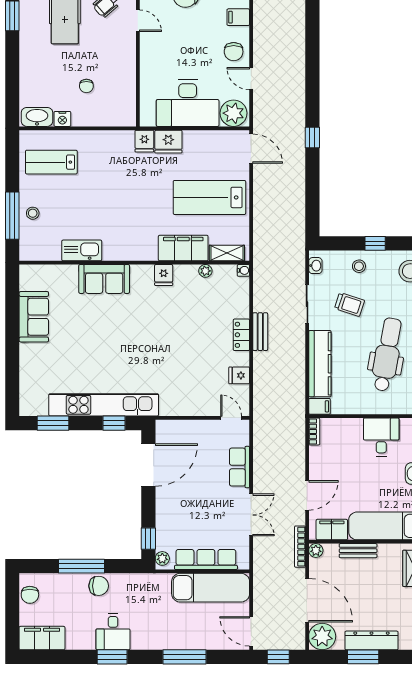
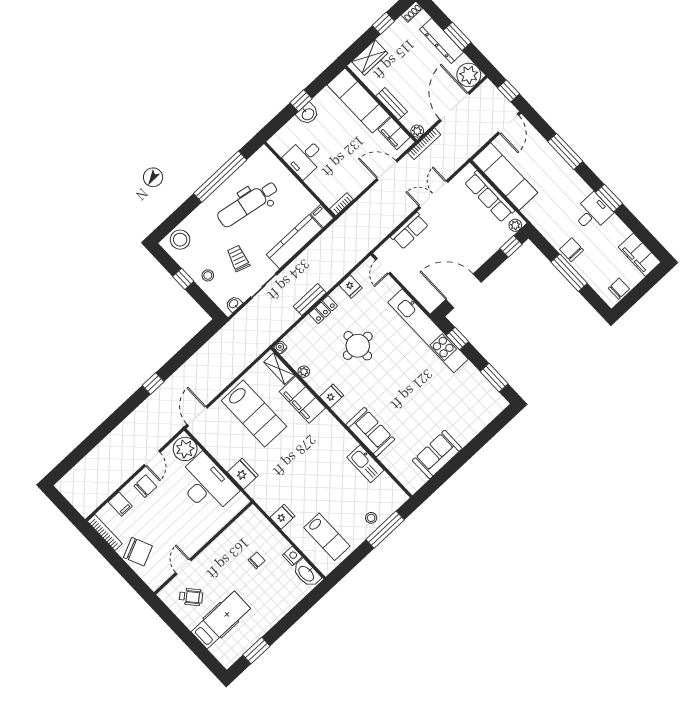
fridge: (144, 141) -> (283, 517), moved
round table: (185, 335) -> (358, 346), added
kitchen unit: (104, 405) -> (428, 331), moved

